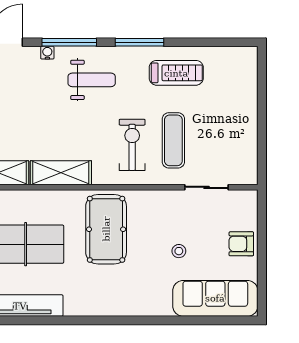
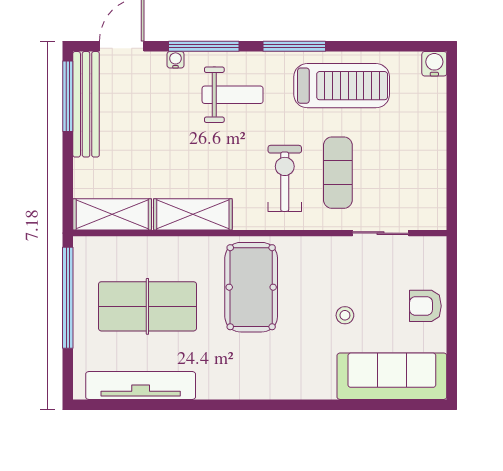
water cooler: (248, 56) -> (434, 64), added
treadmill: (176, 73) -> (342, 86), width x1.37, depth x1.38

